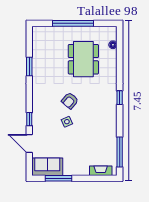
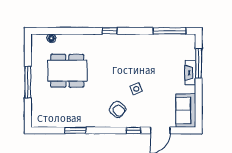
window: (73, 23) -> (28, 82), width x0.68
armchair: (70, 101) -> (118, 109), moved
fireplace: (101, 171) -> (190, 73), moved
window: (59, 178) -> (199, 63), moved

